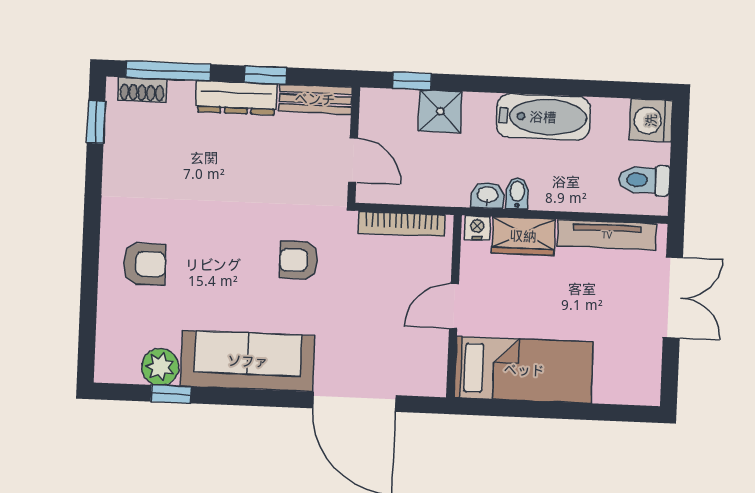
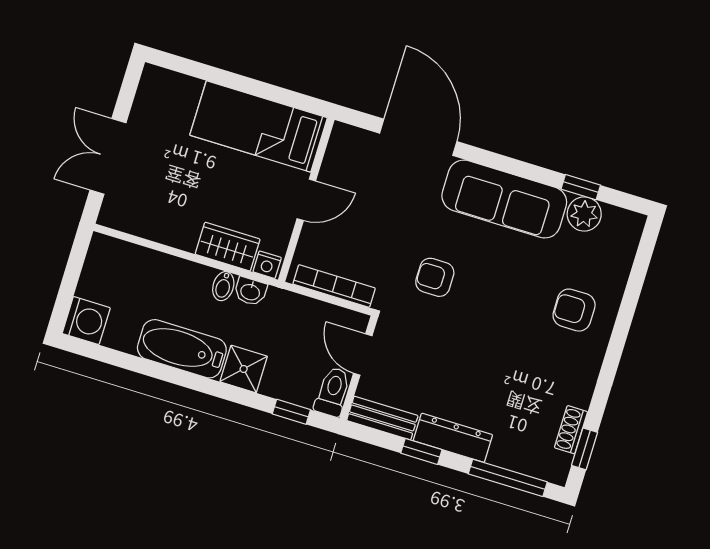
shoe rack: (142, 90) -> (571, 430), moved, turned -90
shower: (440, 111) -> (244, 369), moved
toilet: (644, 180) -> (333, 392), moved, turned -90
tv unit: (607, 235) -> (152, 228), removed
armchair: (299, 260) -> (435, 277), turned 180

